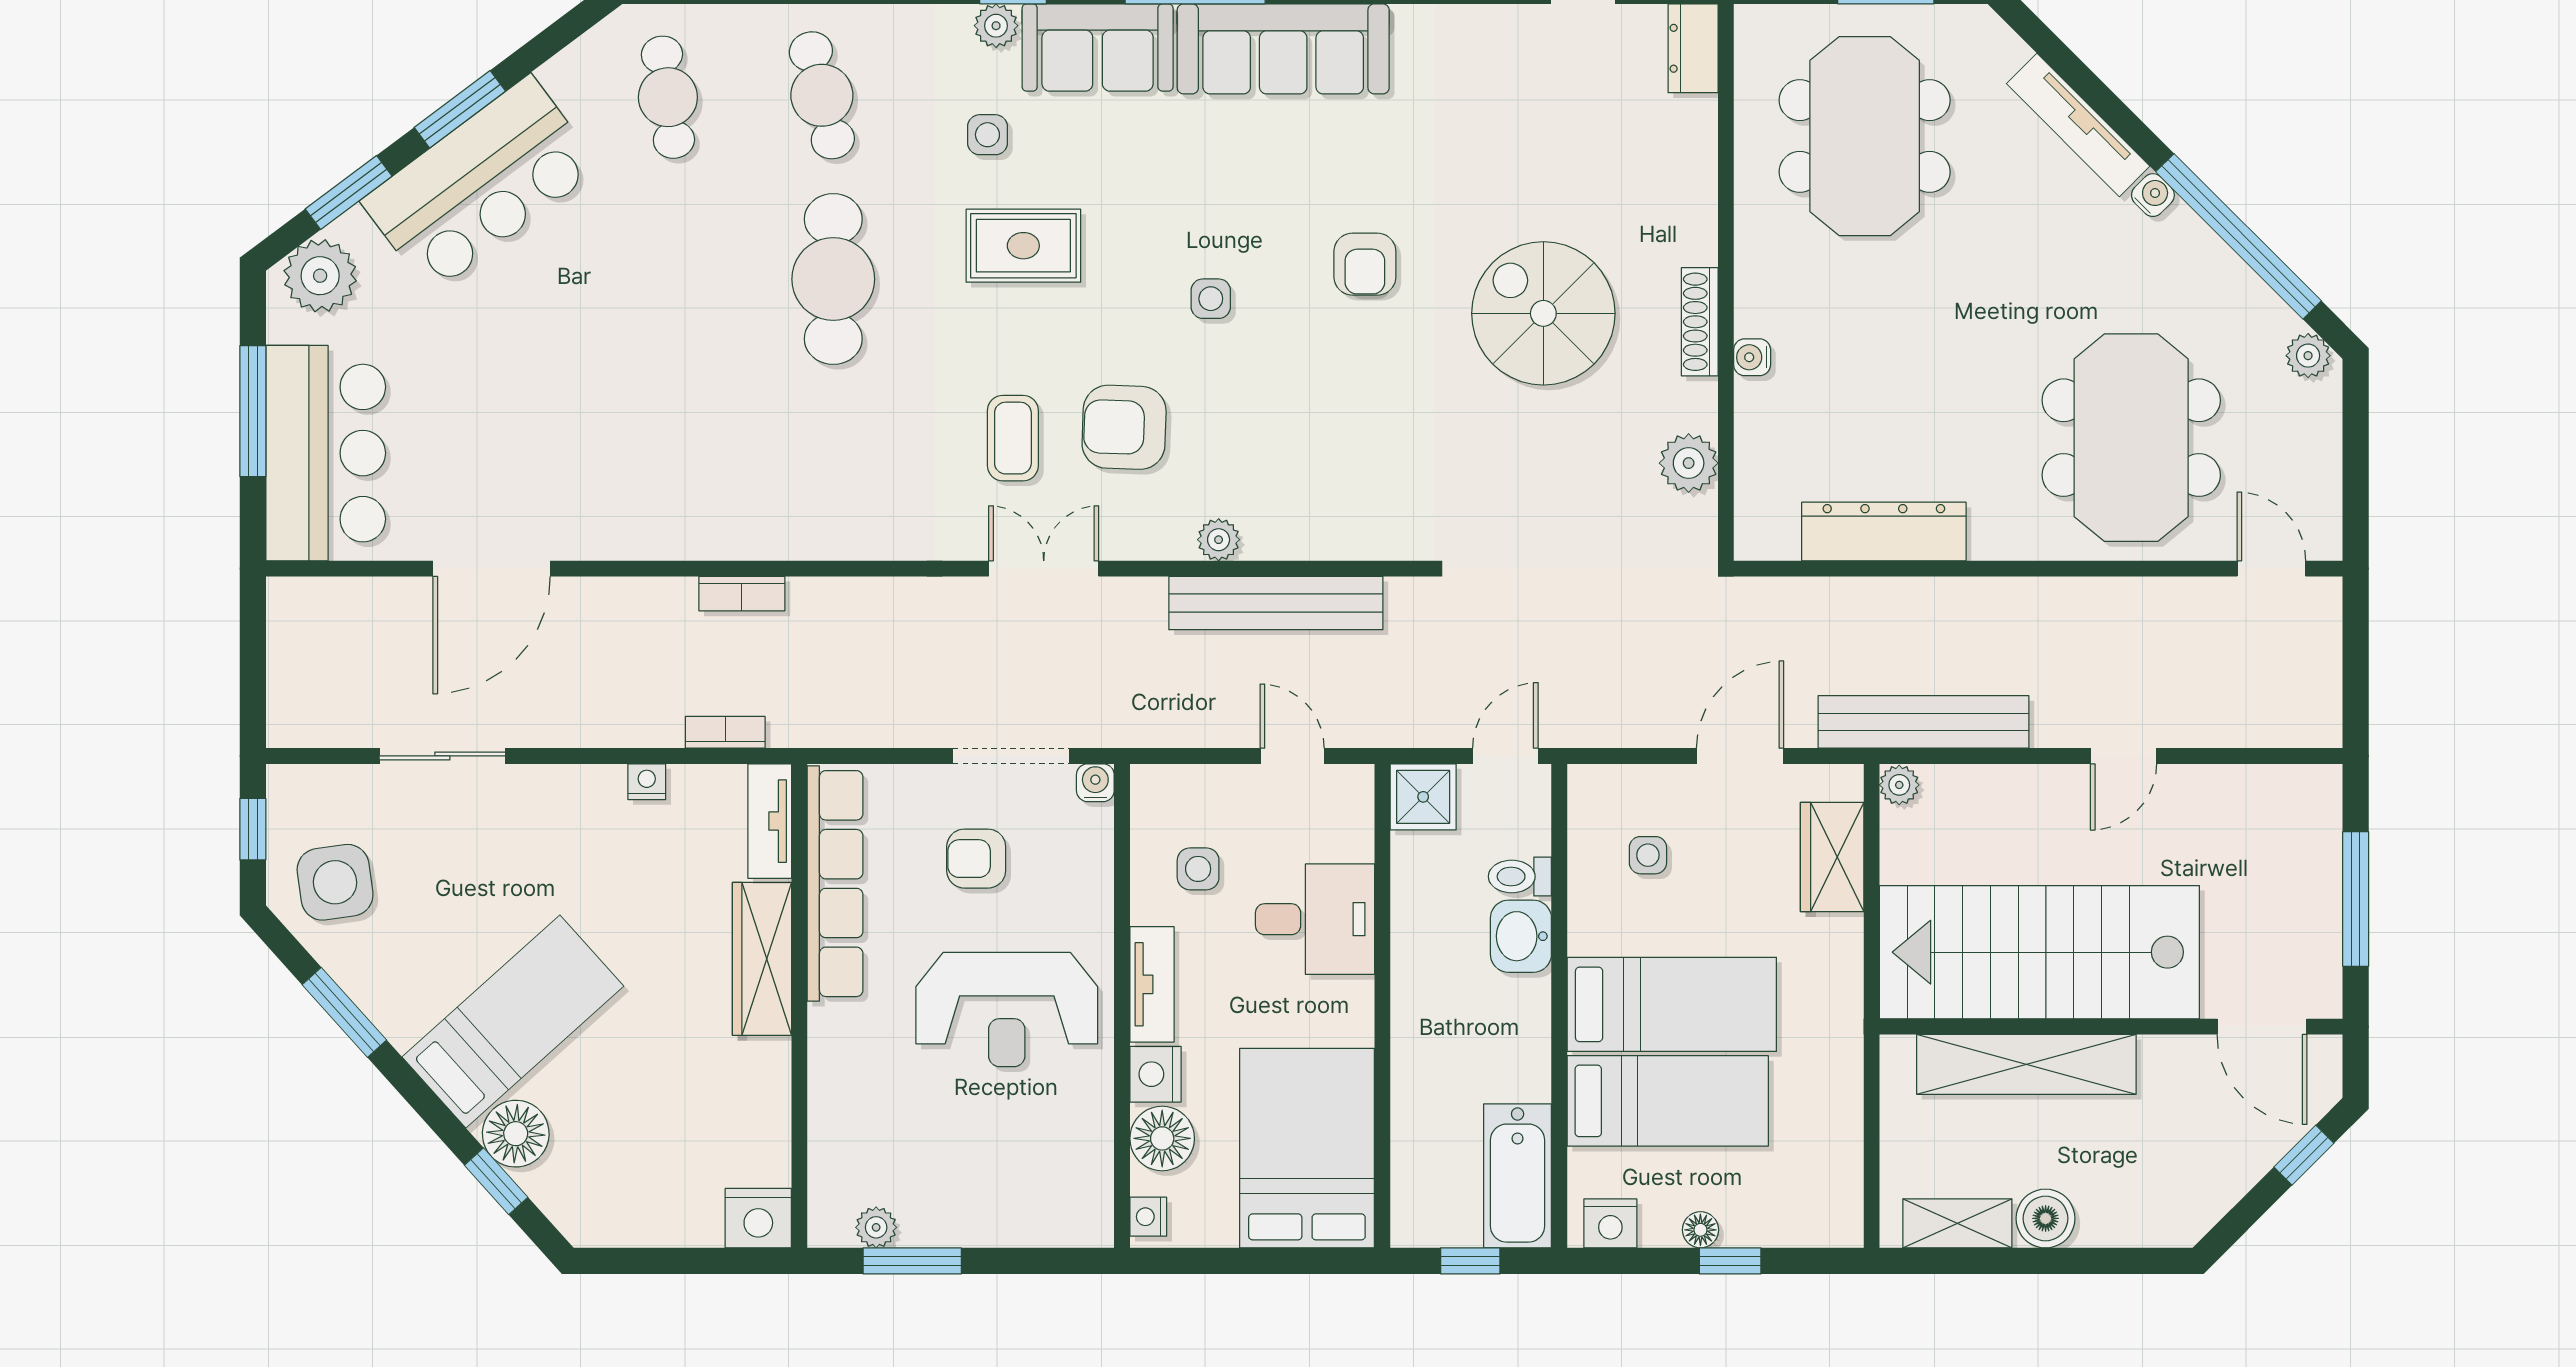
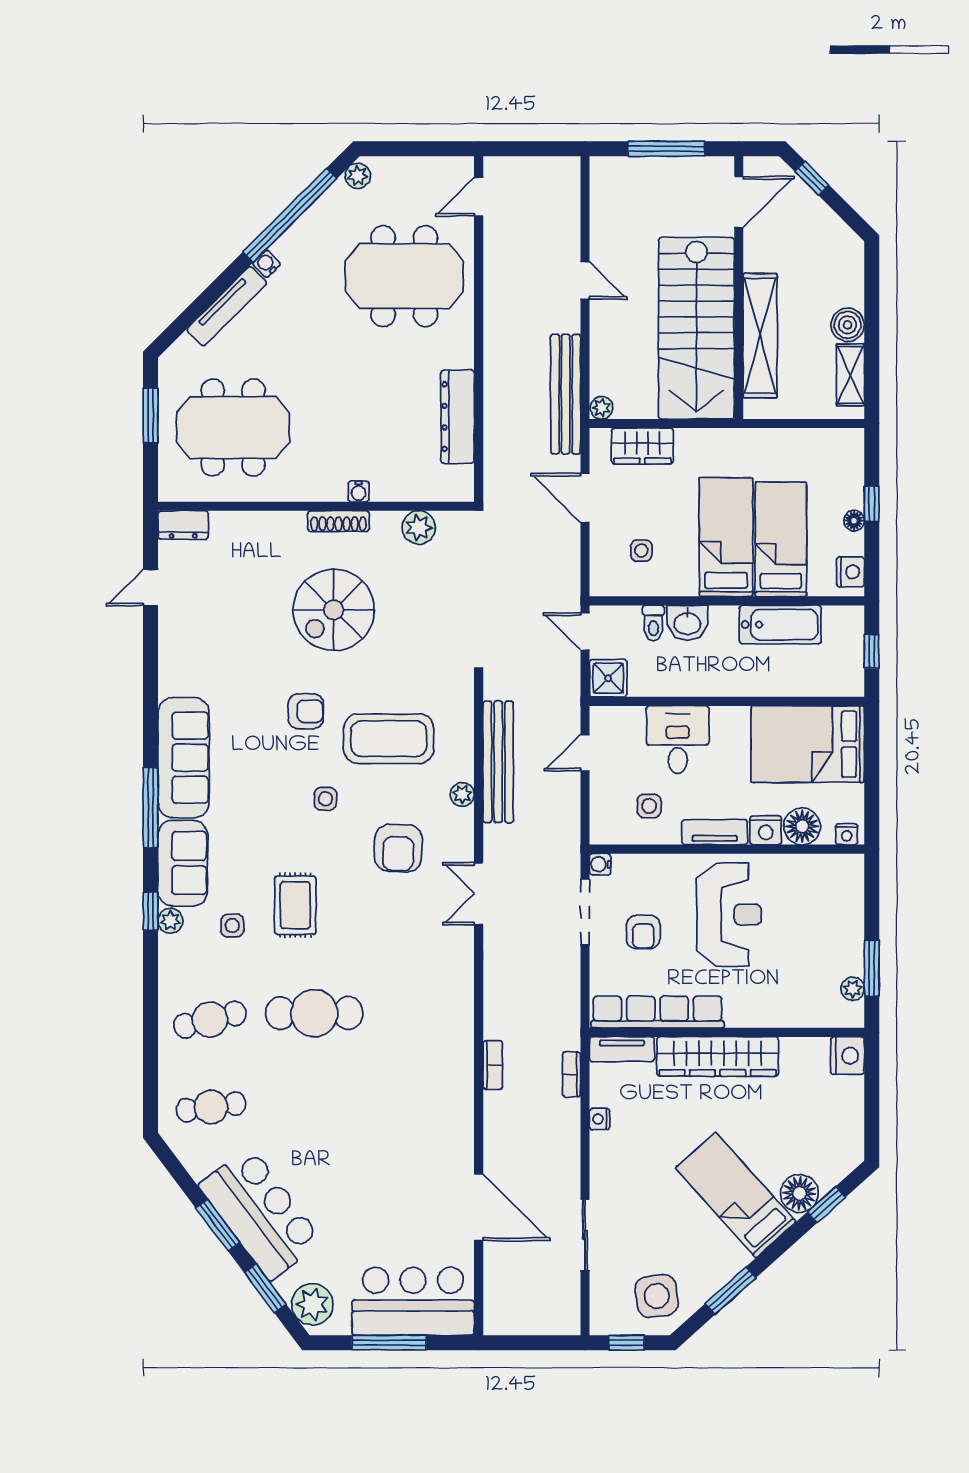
coffee table: (1013, 438) -> (389, 739), moved, width x1.86, depth x1.72
wardrobe: (762, 959) -> (718, 1056), width x1.40, depth x1.17
bathtub: (1518, 1176) -> (780, 625), moved

